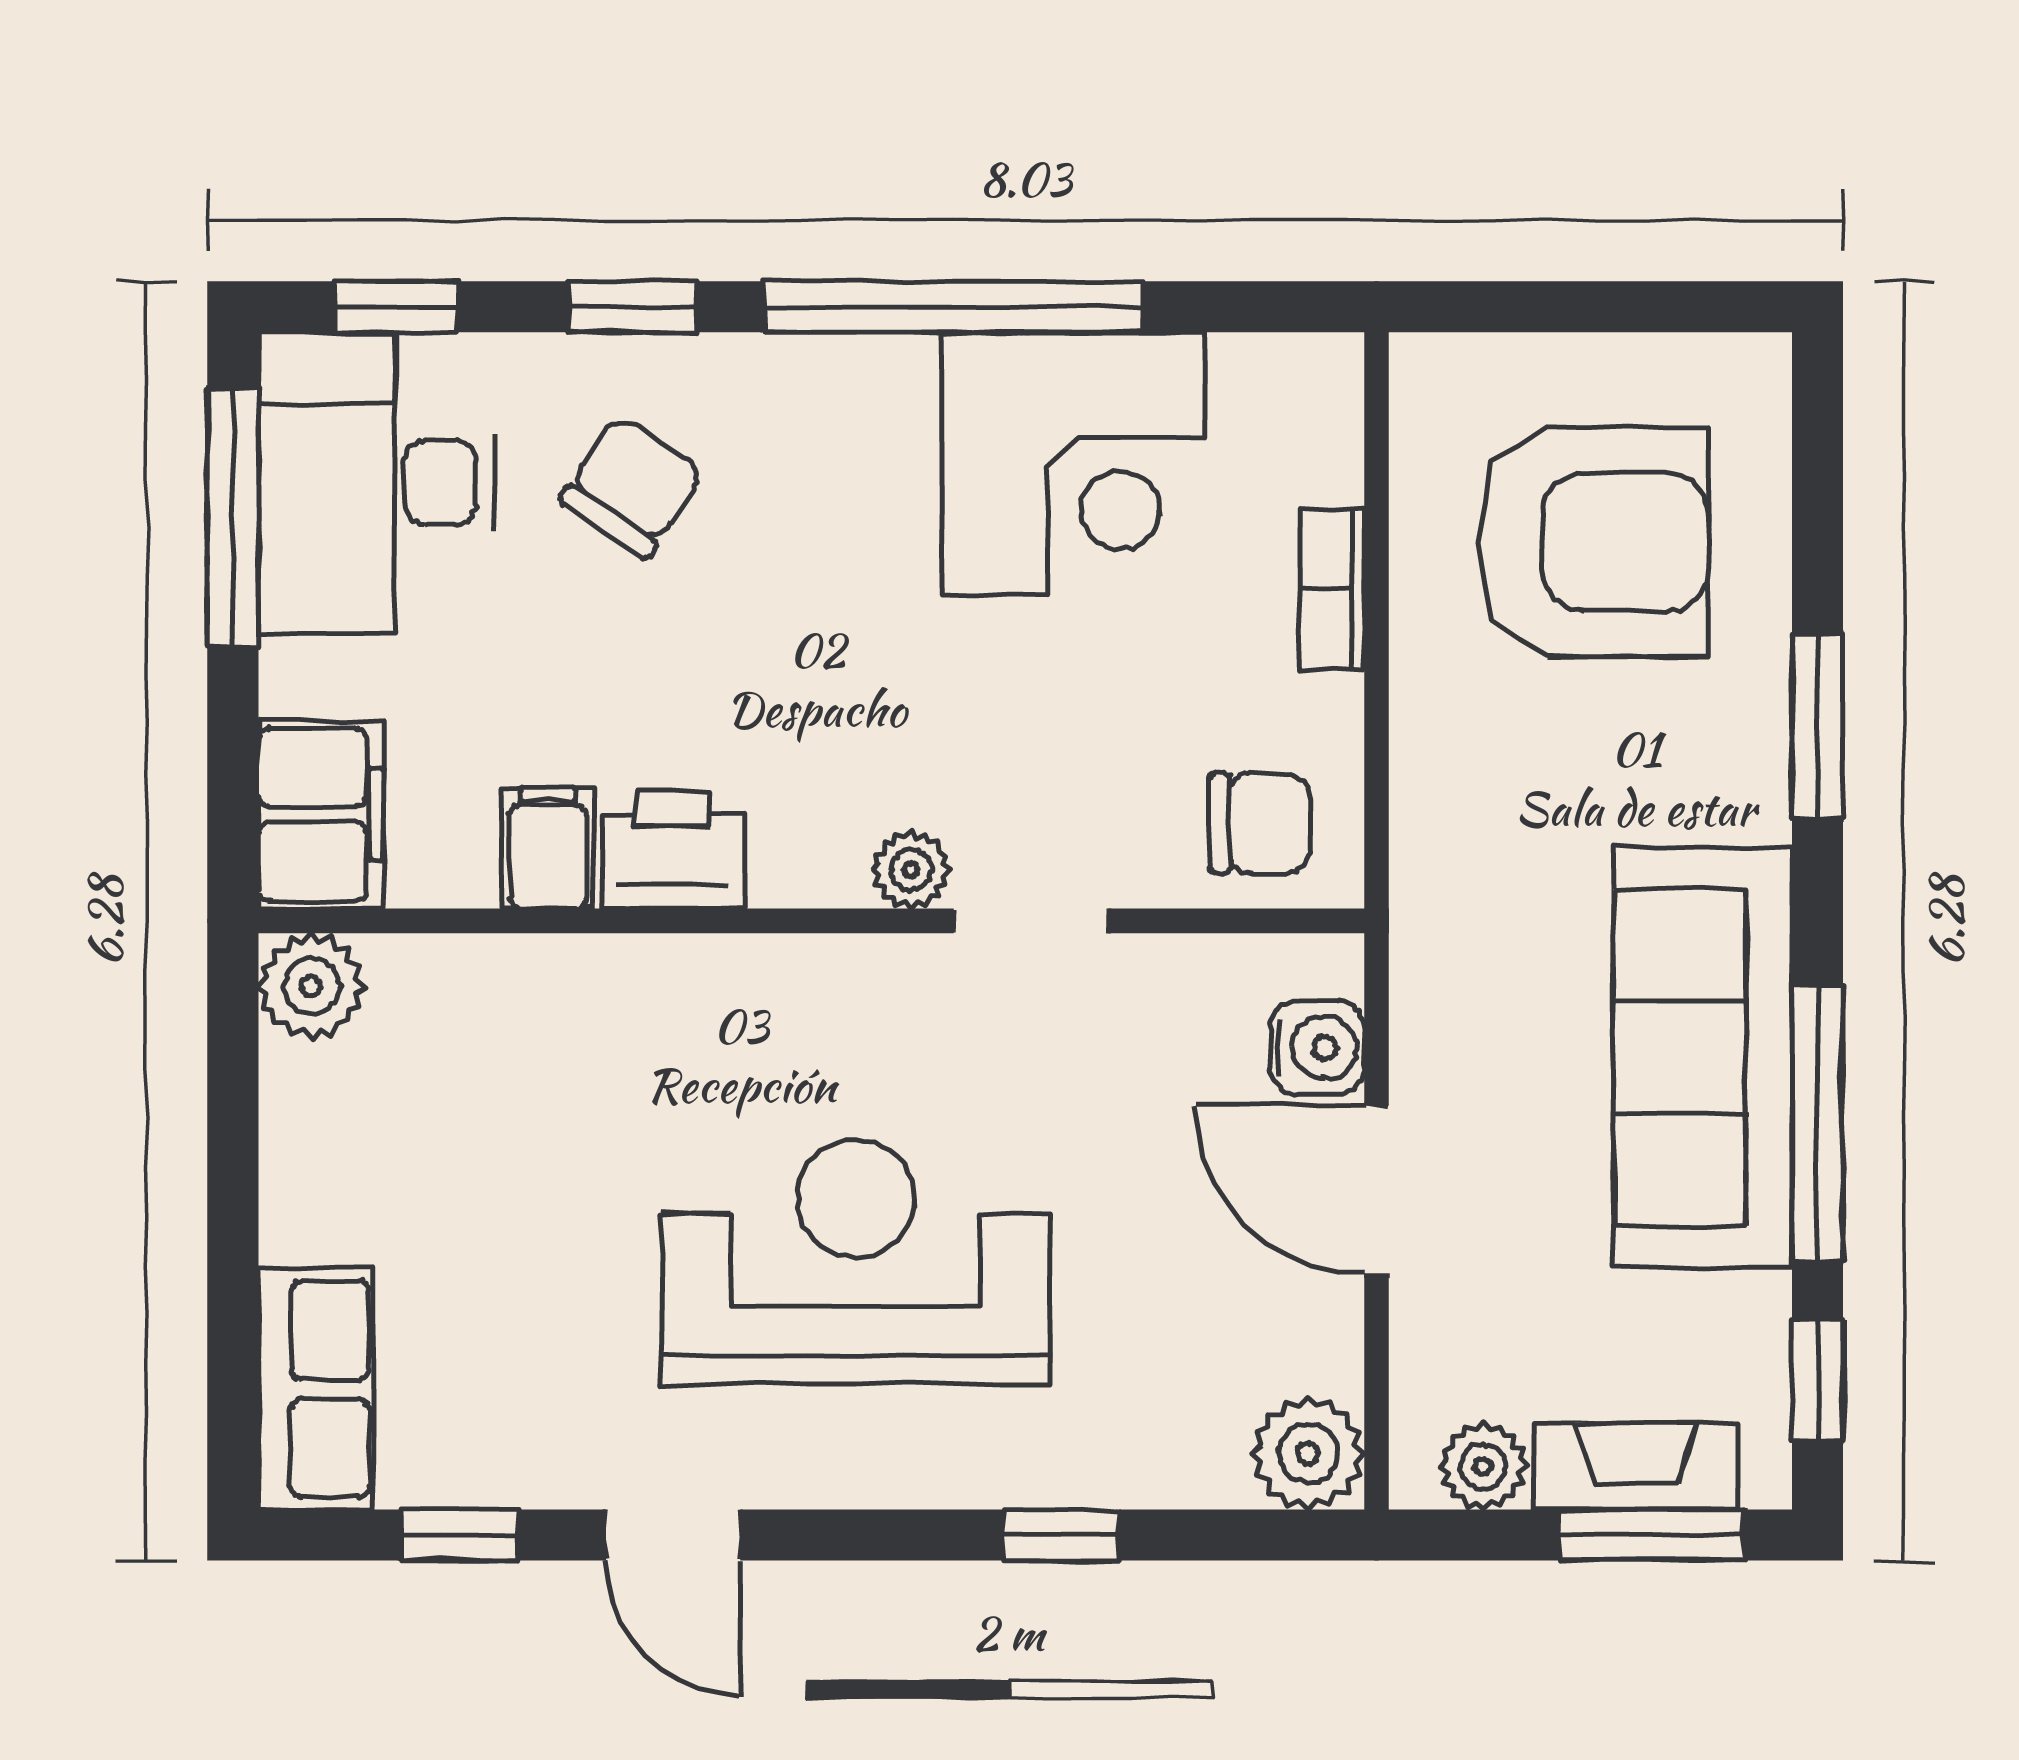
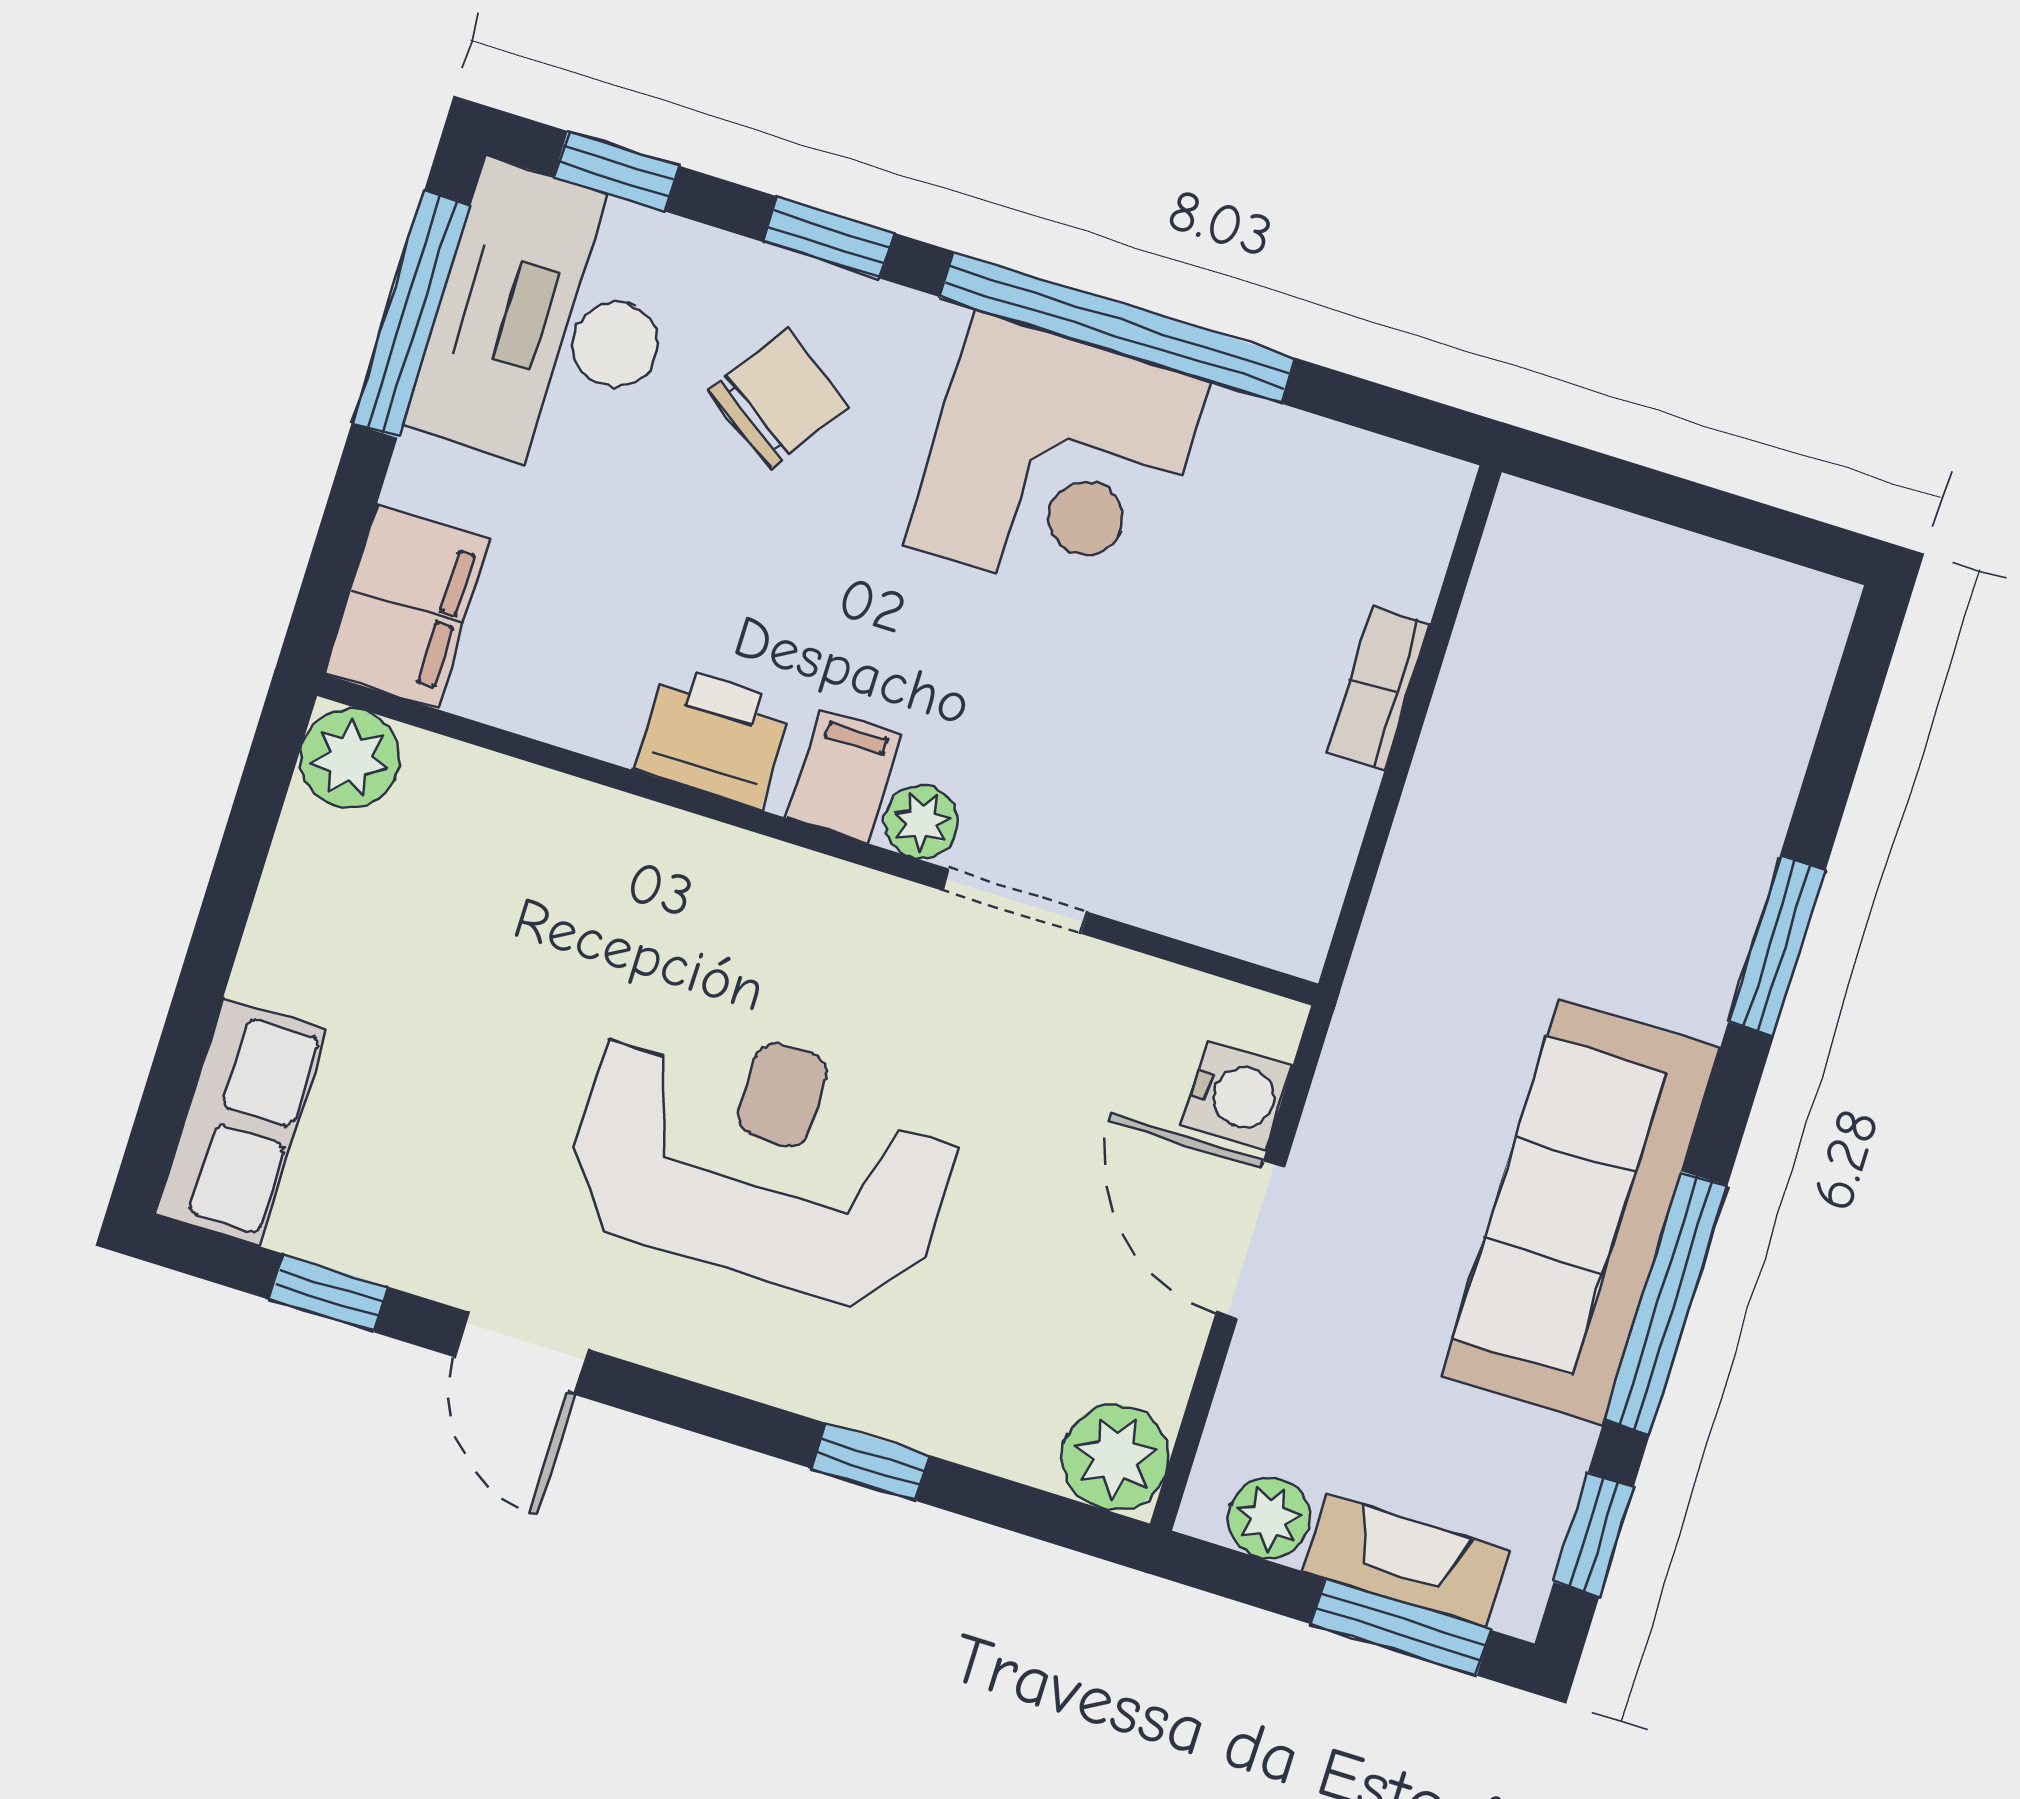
corner desk: (1073, 463) -> (1057, 463), moved
armchair: (1593, 542) -> (1627, 718), removed
chair: (1260, 823) -> (1248, 877), removed
filing cabinet: (548, 848) -> (845, 776), moved

